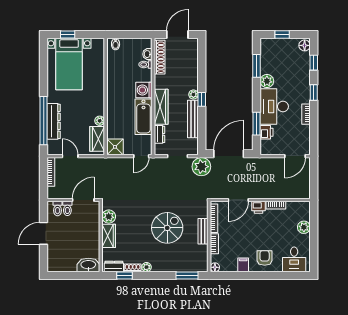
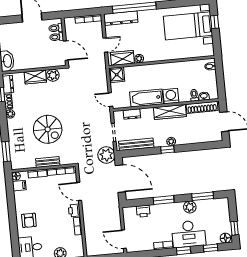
window: (282, 34) -> (234, 228), moved
desk: (274, 106) -> (189, 234), moved, turned 180
wardrobe: (161, 107) -> (170, 112), moved
bench: (193, 119) -> (136, 144), moved
dresser: (54, 121) -> (121, 18), moved
window: (257, 124) -> (164, 200), moved
door: (70, 156) -> (105, 45), moved
armchair: (265, 258) -> (29, 220), turned 90
filing cabinet: (243, 265) -> (19, 186), moved

